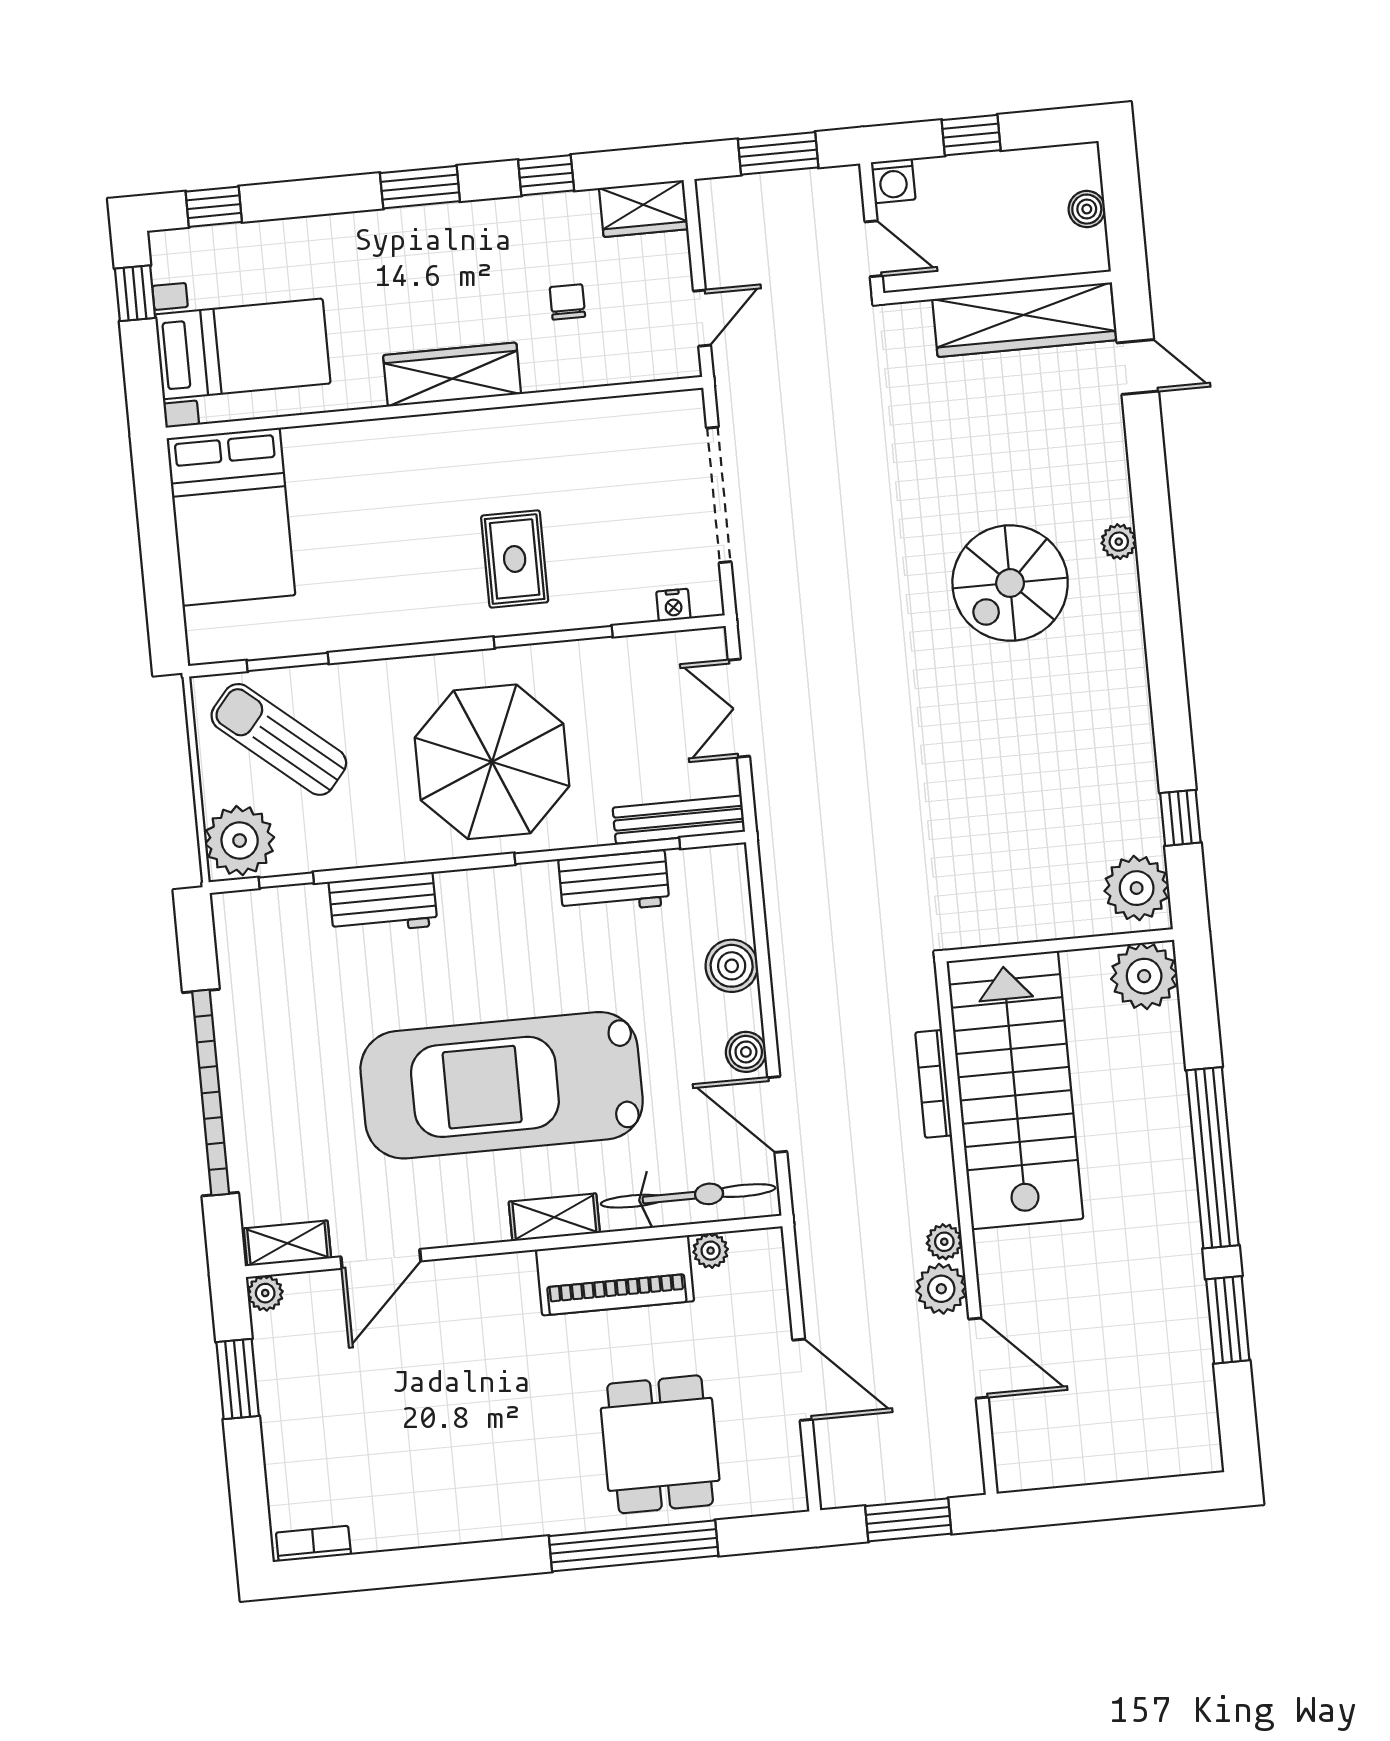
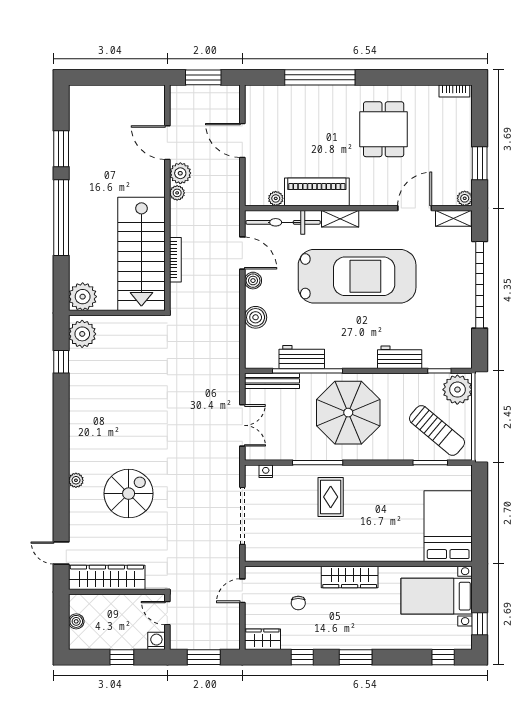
spiral stairs: (1010, 583) -> (129, 494), moved
dining table: (660, 1444) -> (384, 129), moved

